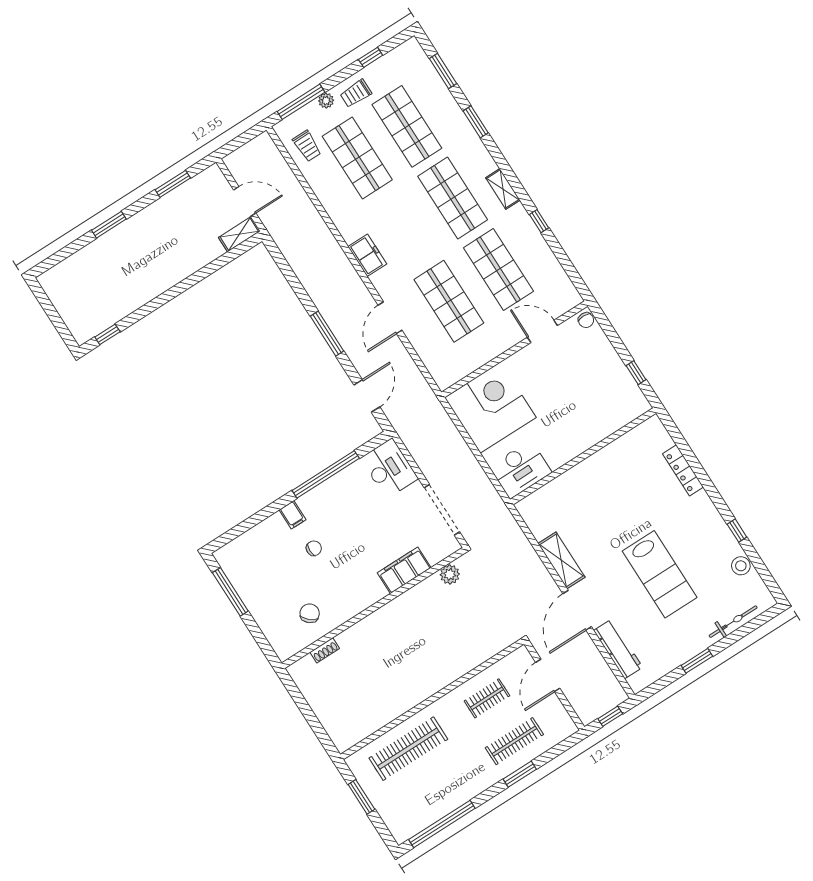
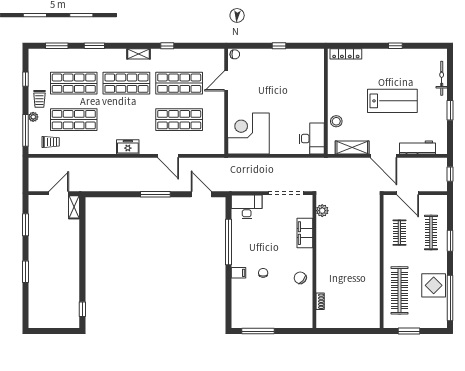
wall: (583, 456) -> (326, 101), moved
desk: (520, 469) -> (312, 139), moved
stool: (741, 566) -> (336, 121), moved
chair: (310, 613) -> (300, 278), moved
display table: (445, 791) -> (434, 285), added

